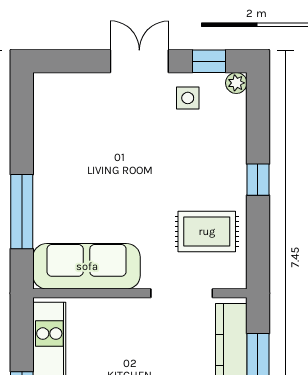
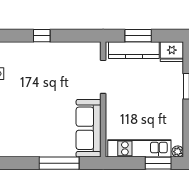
rug: (207, 231) -> (70, 63), removed

